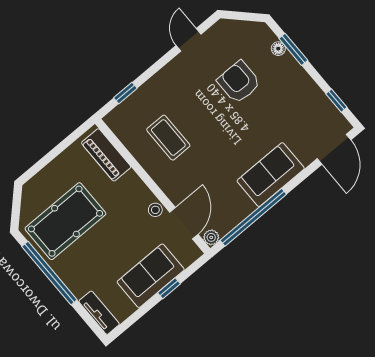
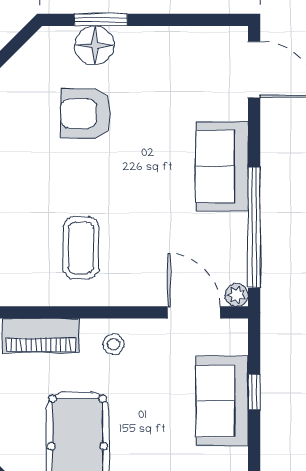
floor lamp: (278, 49) -> (94, 45), width x1.89, depth x1.89
window: (336, 101) -> (201, 20), removed
coffee table: (168, 138) -> (81, 248), turned 90
stool: (155, 210) -> (114, 344), moved

